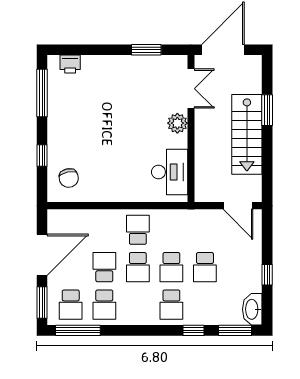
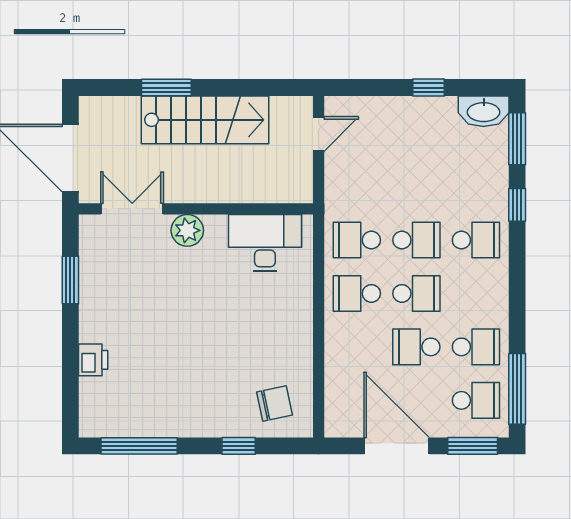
printer: (70, 64) -> (93, 360), moved
door: (238, 206) -> (319, 134), width x0.73
school desk: (205, 267) -> (357, 240), moved, turned 180

